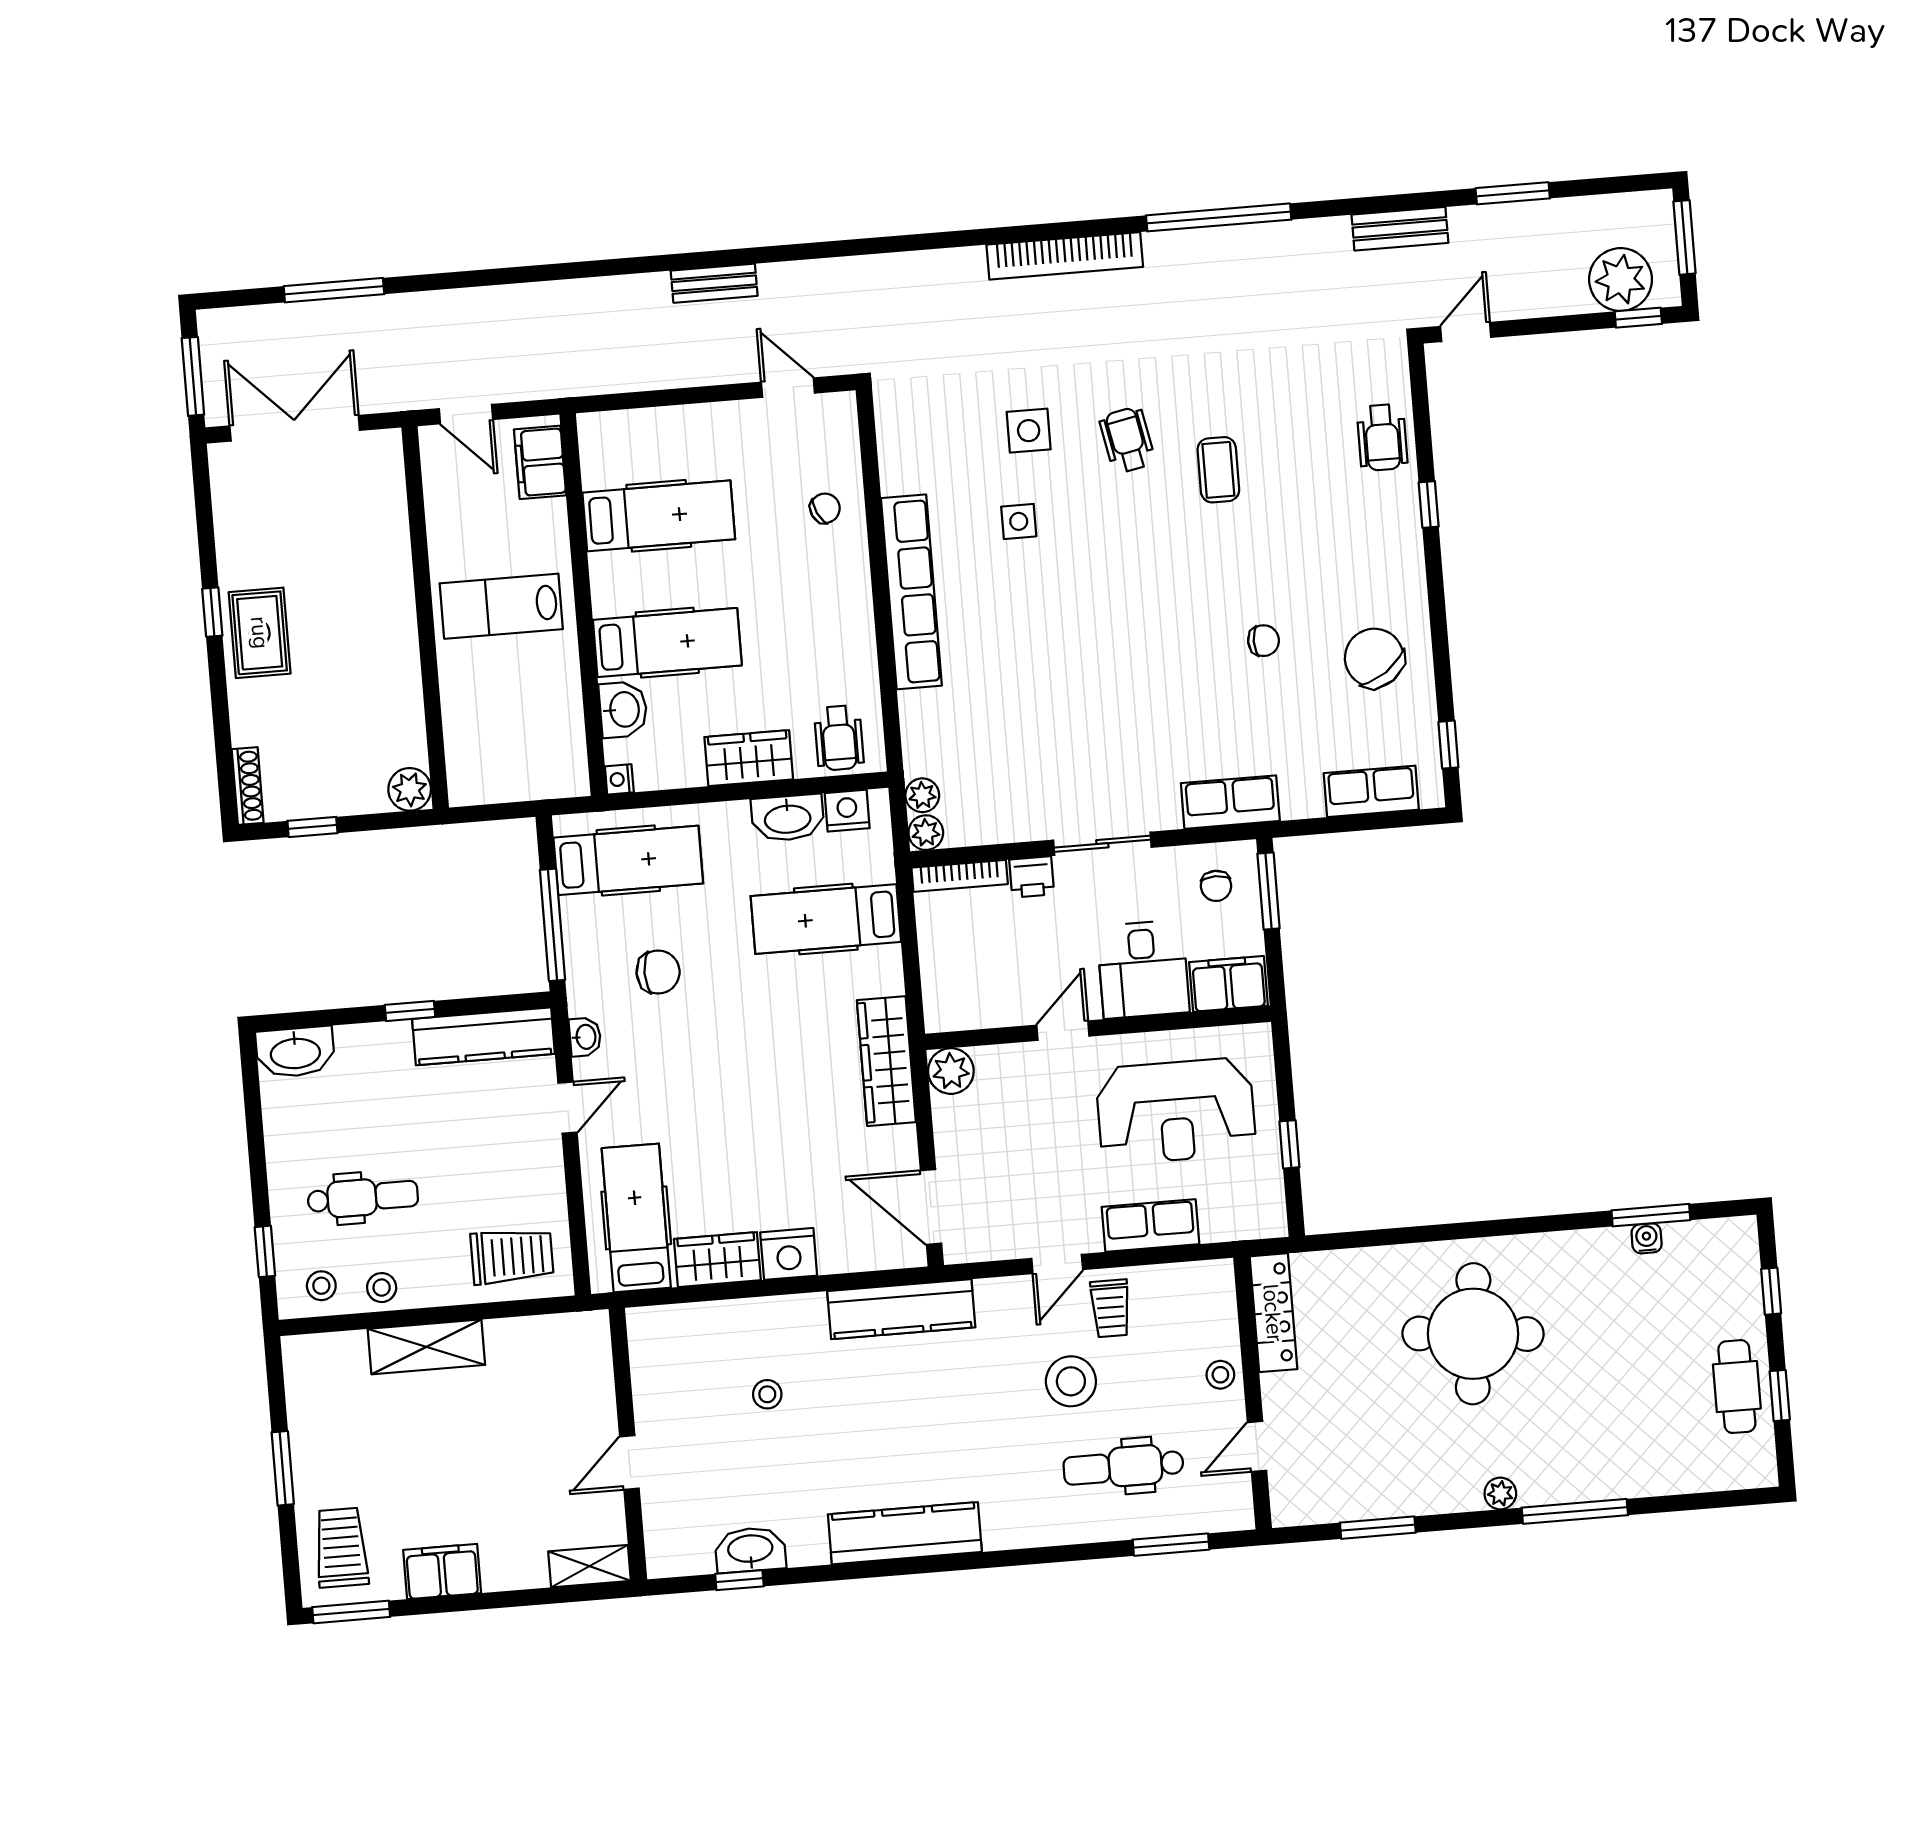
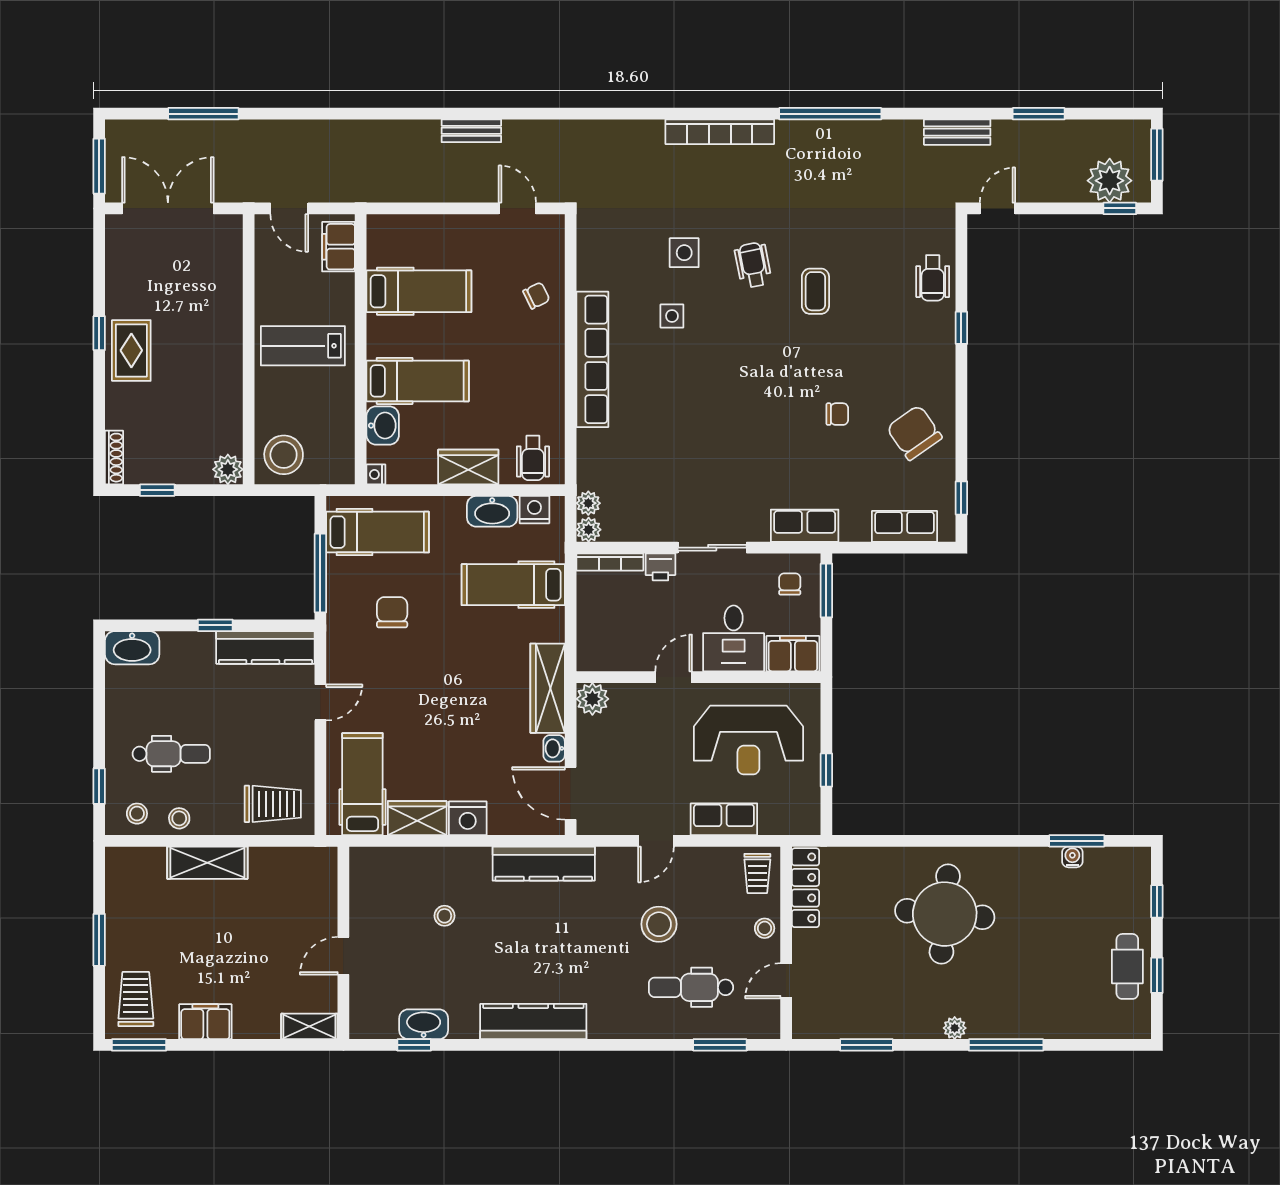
stool: (487, 762) -> (284, 455), added
chair: (1216, 886) -> (790, 584), turned 180
chair: (658, 972) -> (392, 612), turned -90
washbasin: (585, 1037) -> (554, 748), moved, turned 180
trolley: (1111, 1308) -> (757, 873), moved

